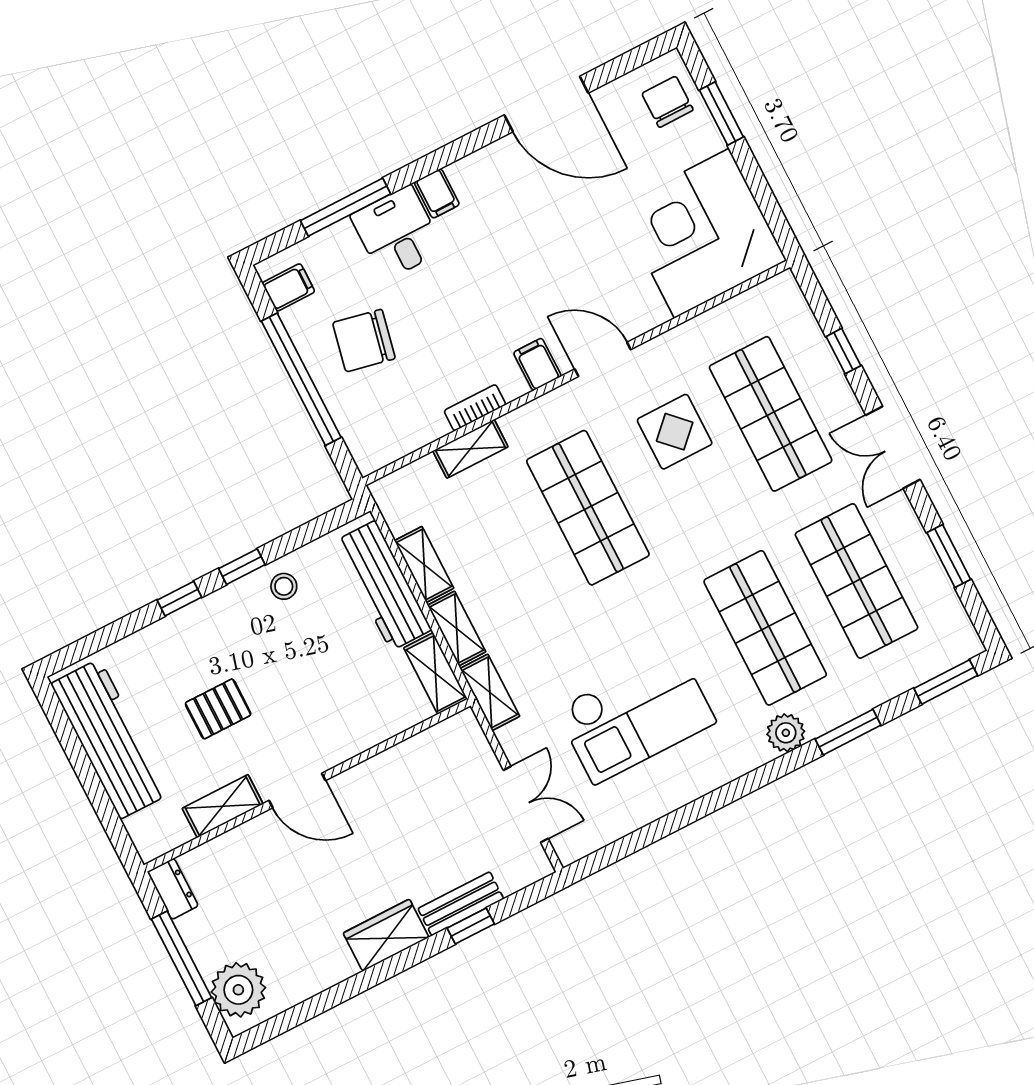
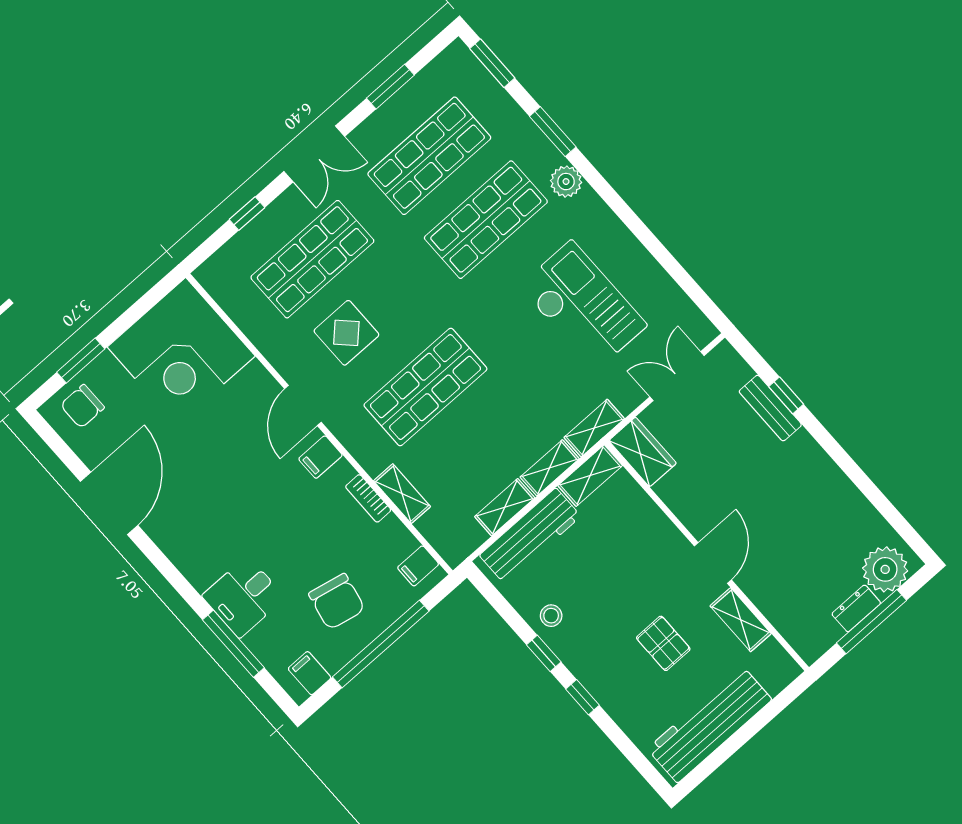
filing cabinet: (437, 193) -> (418, 566), moved, turned 180
dresser: (173, 889) -> (856, 608), moved
wardrobe: (386, 935) -> (643, 452), moved, turned 180

